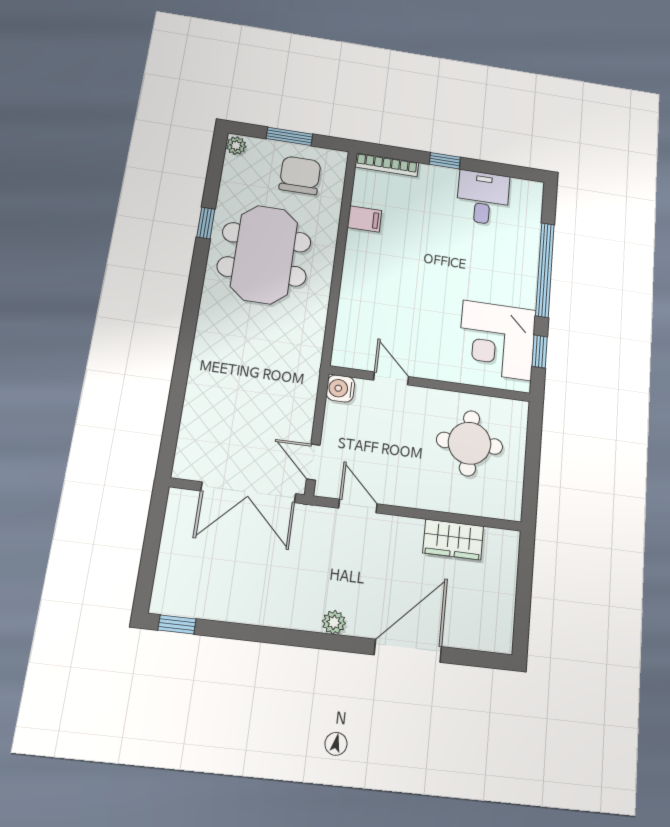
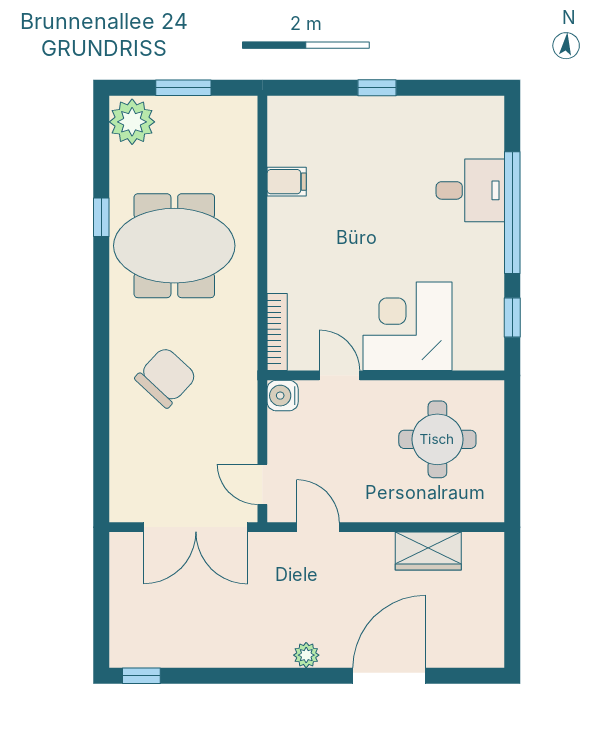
plant: (236, 146) -> (132, 122), width x1.88, depth x1.88
bookcase: (387, 165) -> (277, 332), moved, turned -90
chair: (300, 175) -> (166, 377), moved, turned 43
desk: (483, 198) -> (470, 190), moved, turned 90
meeting table: (264, 254) -> (174, 246), turned 90
corner desk: (497, 340) -> (408, 326), moved, turned 90

